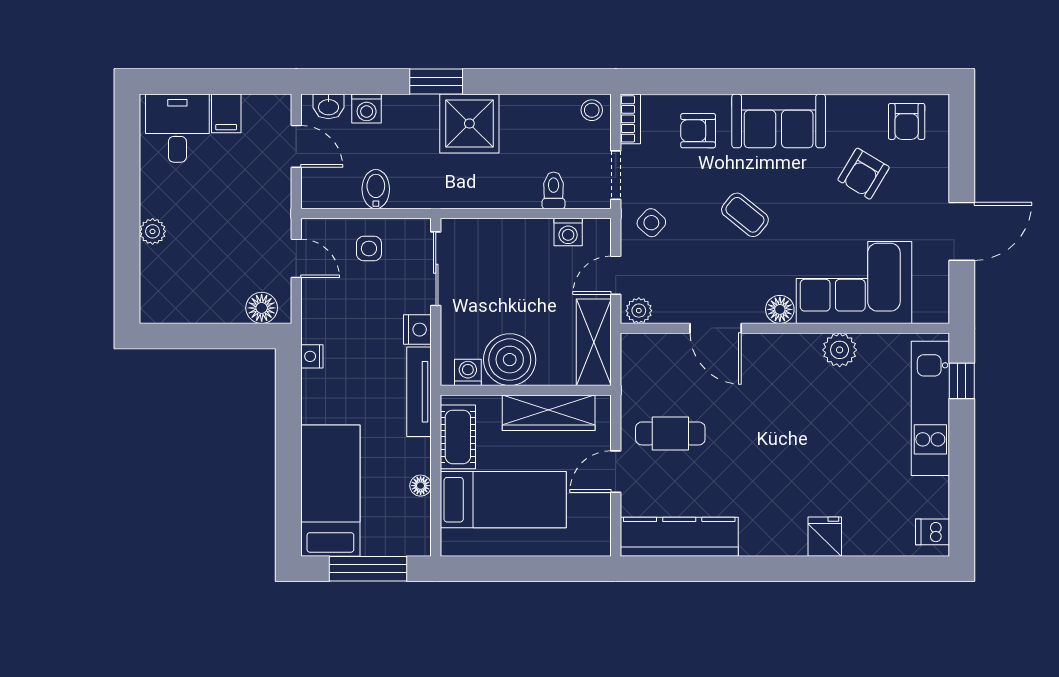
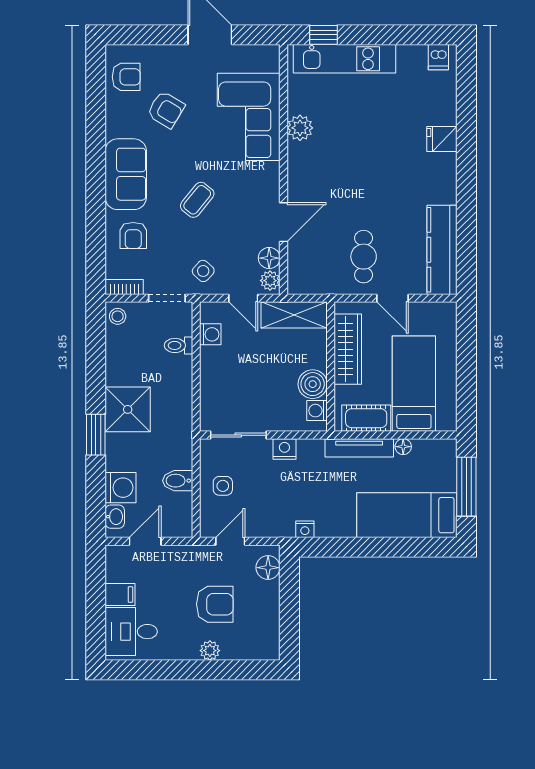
washing machine: (367, 109) -> (121, 488), width x1.38, depth x1.38
armchair: (213, 238) -> (215, 604), added
floor lamp: (780, 309) -> (269, 258), moved
boiler: (510, 360) -> (313, 384), width x0.73, depth x0.73
tv unit: (419, 392) -> (359, 448), moved

